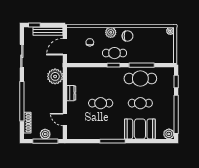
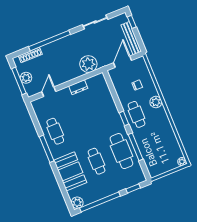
chair: (127, 36) -> (159, 120), removed
door: (65, 47) -> (123, 62), hinge flipped
cafe table: (101, 103) -> (55, 131), moved

